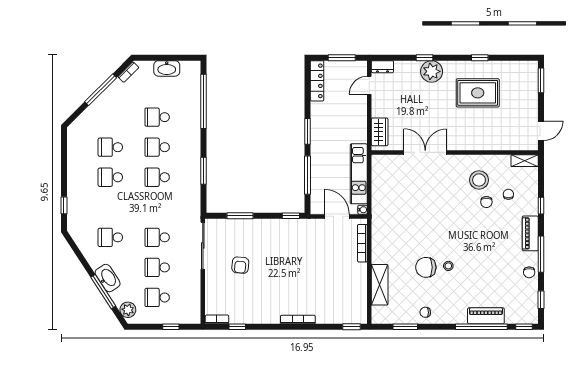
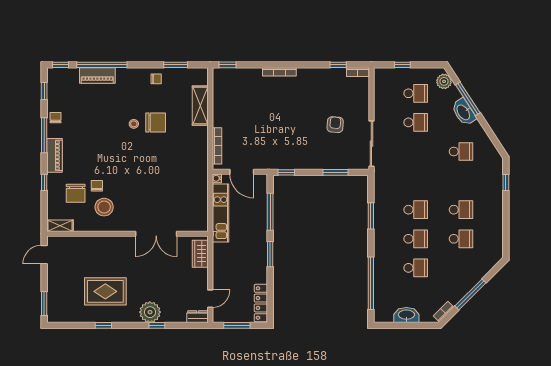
chair: (508, 194) -> (76, 193), width x1.87, depth x1.87
school desk: (157, 237) -> (416, 151), removed

